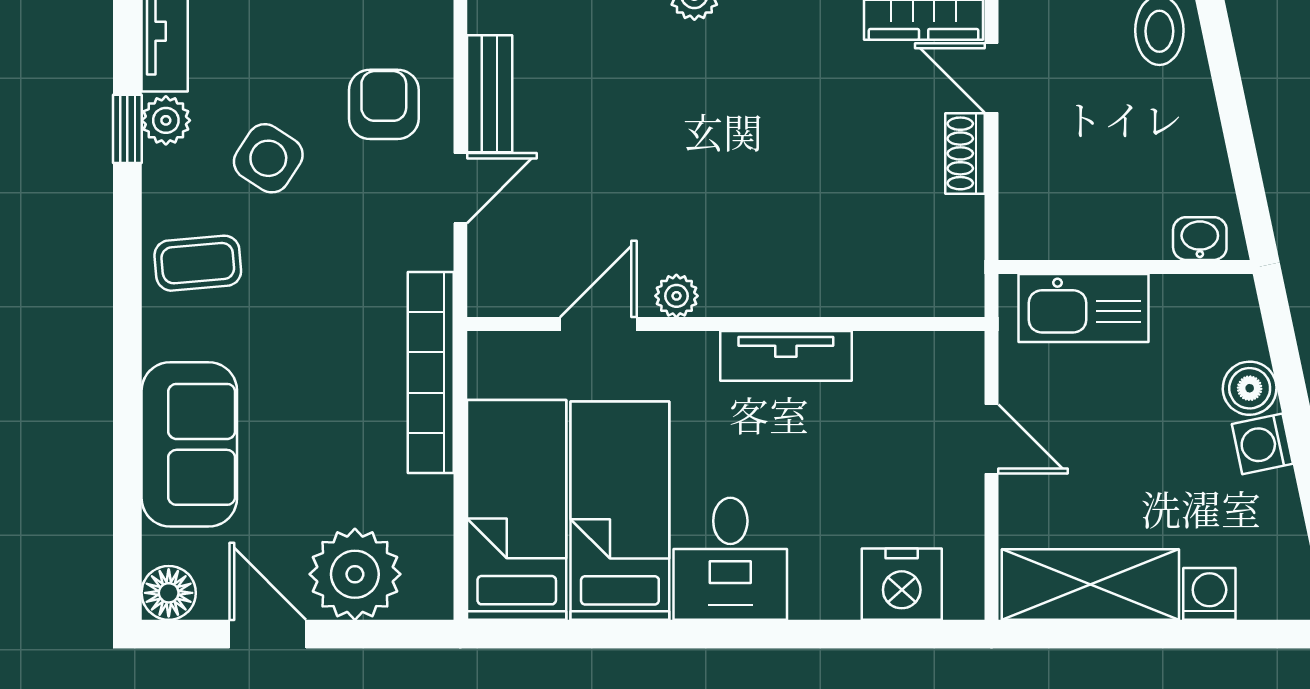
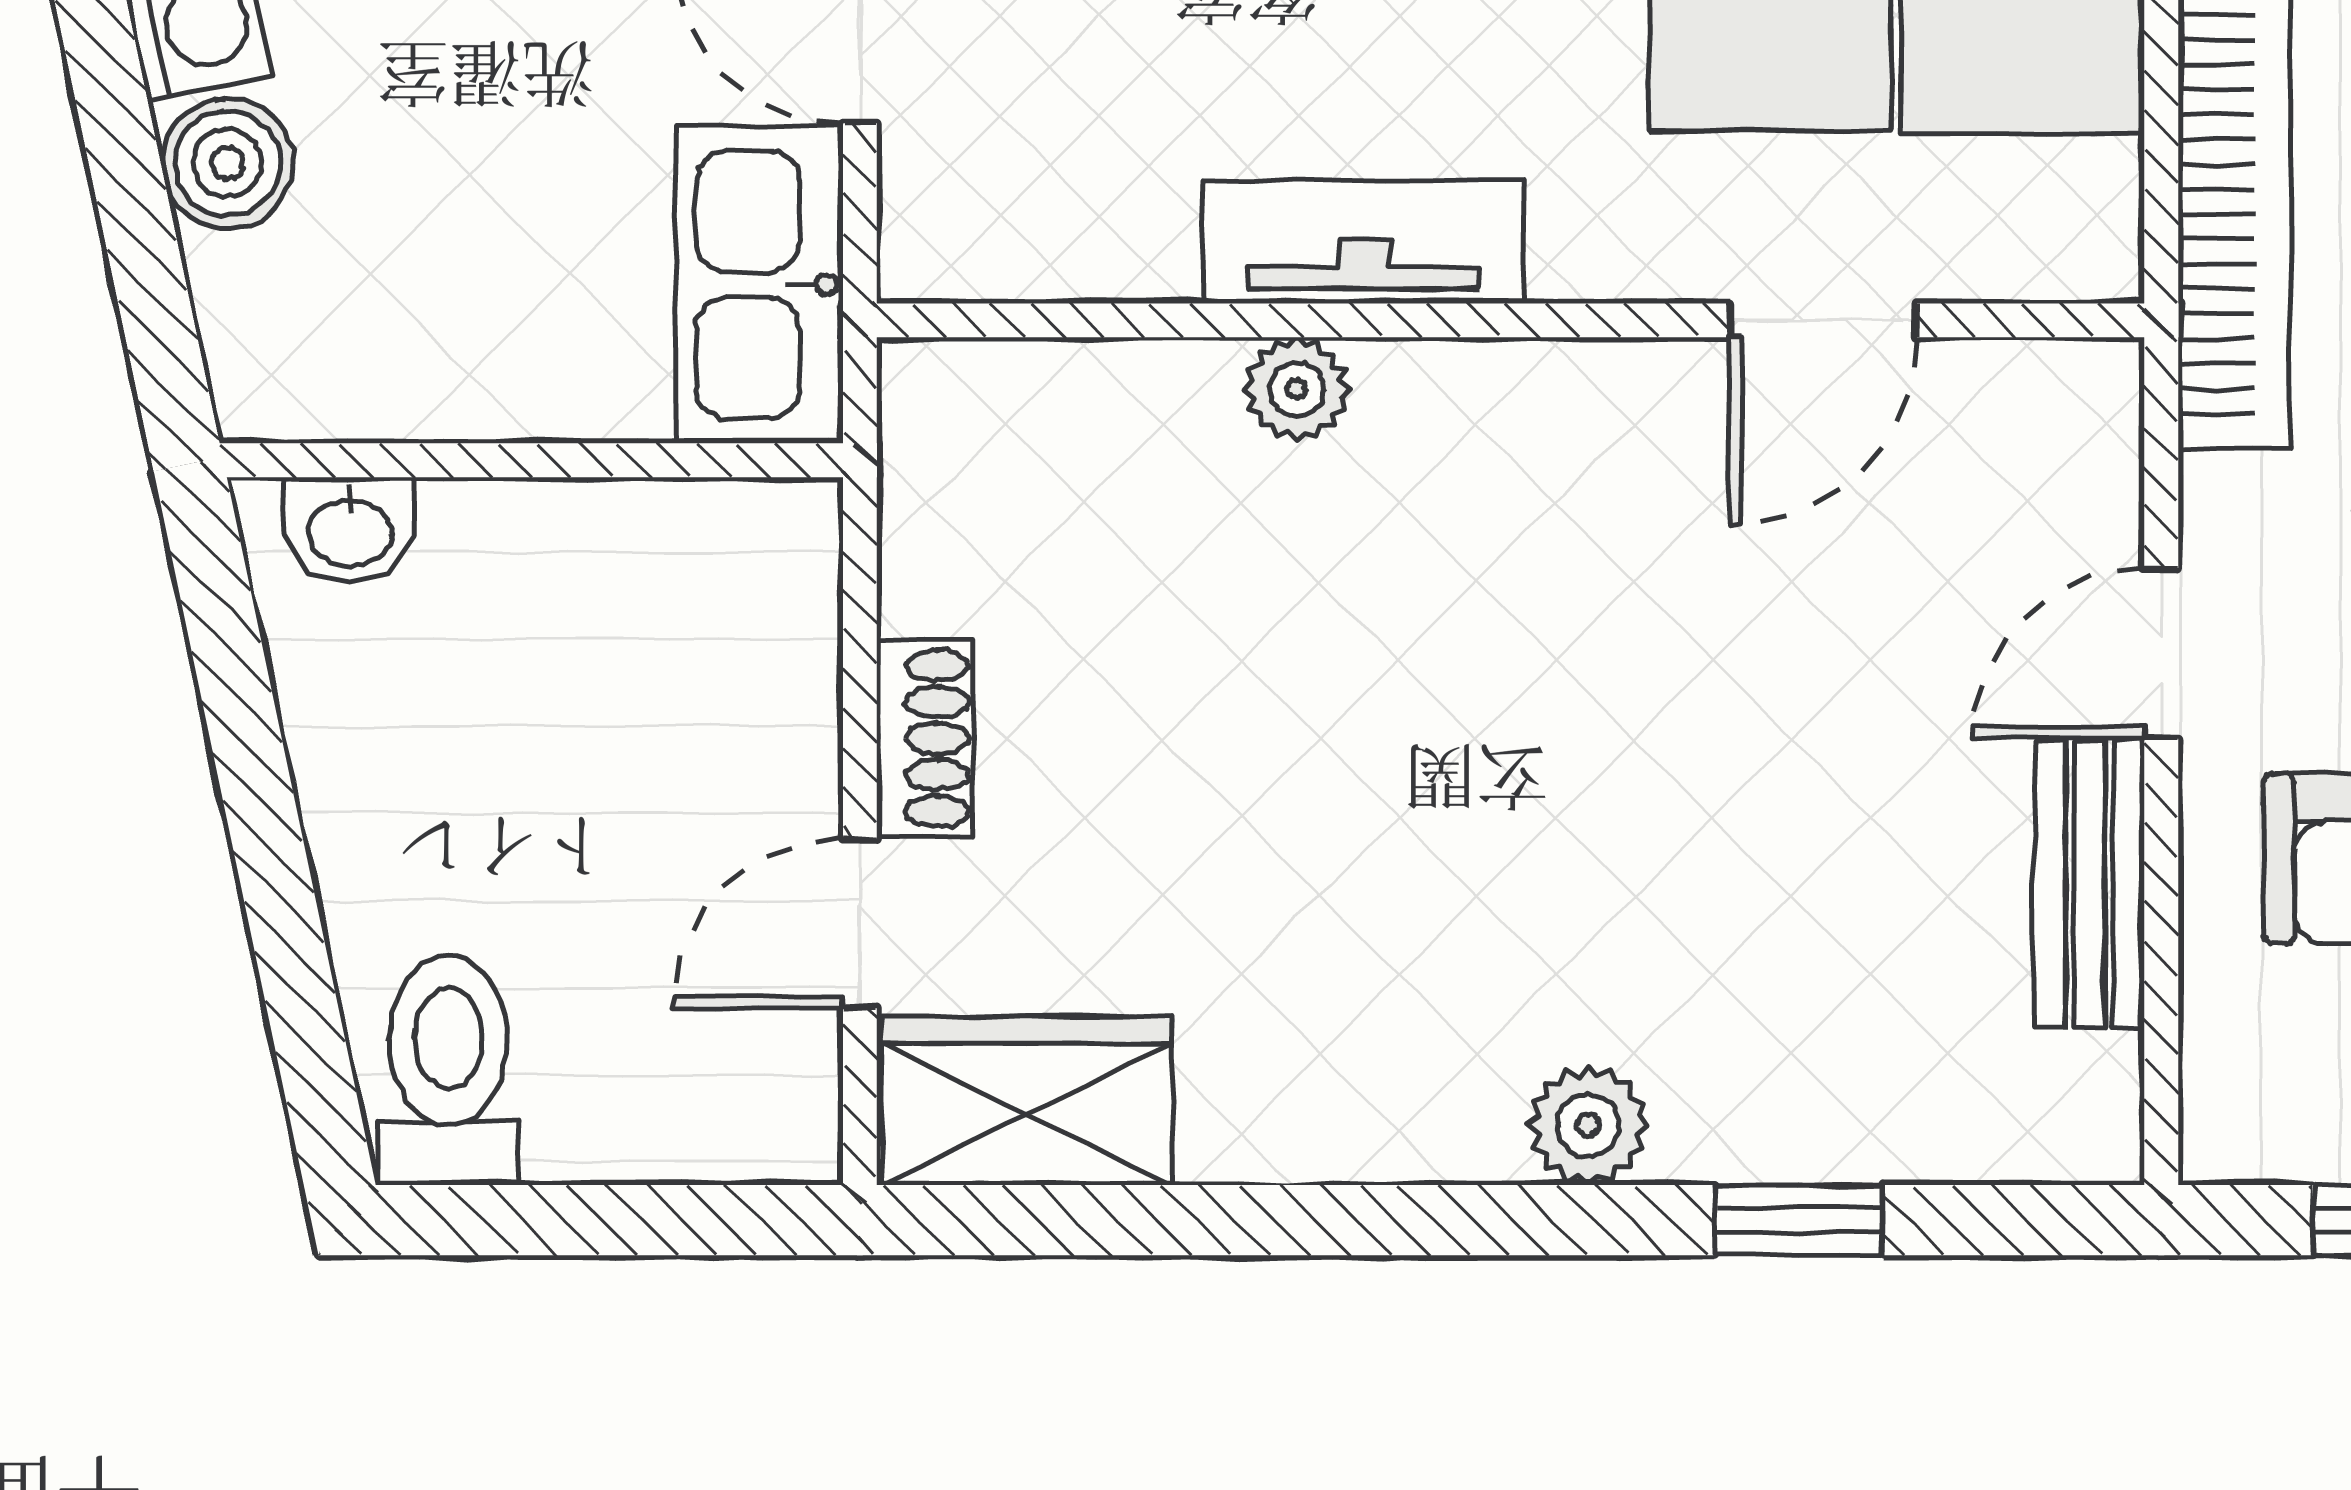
door: (991, 78) -> (860, 923), swing flipped
plant: (676, 296) -> (1297, 389), moved
kitchen sink: (1083, 308) -> (759, 285), moved, turned -90

